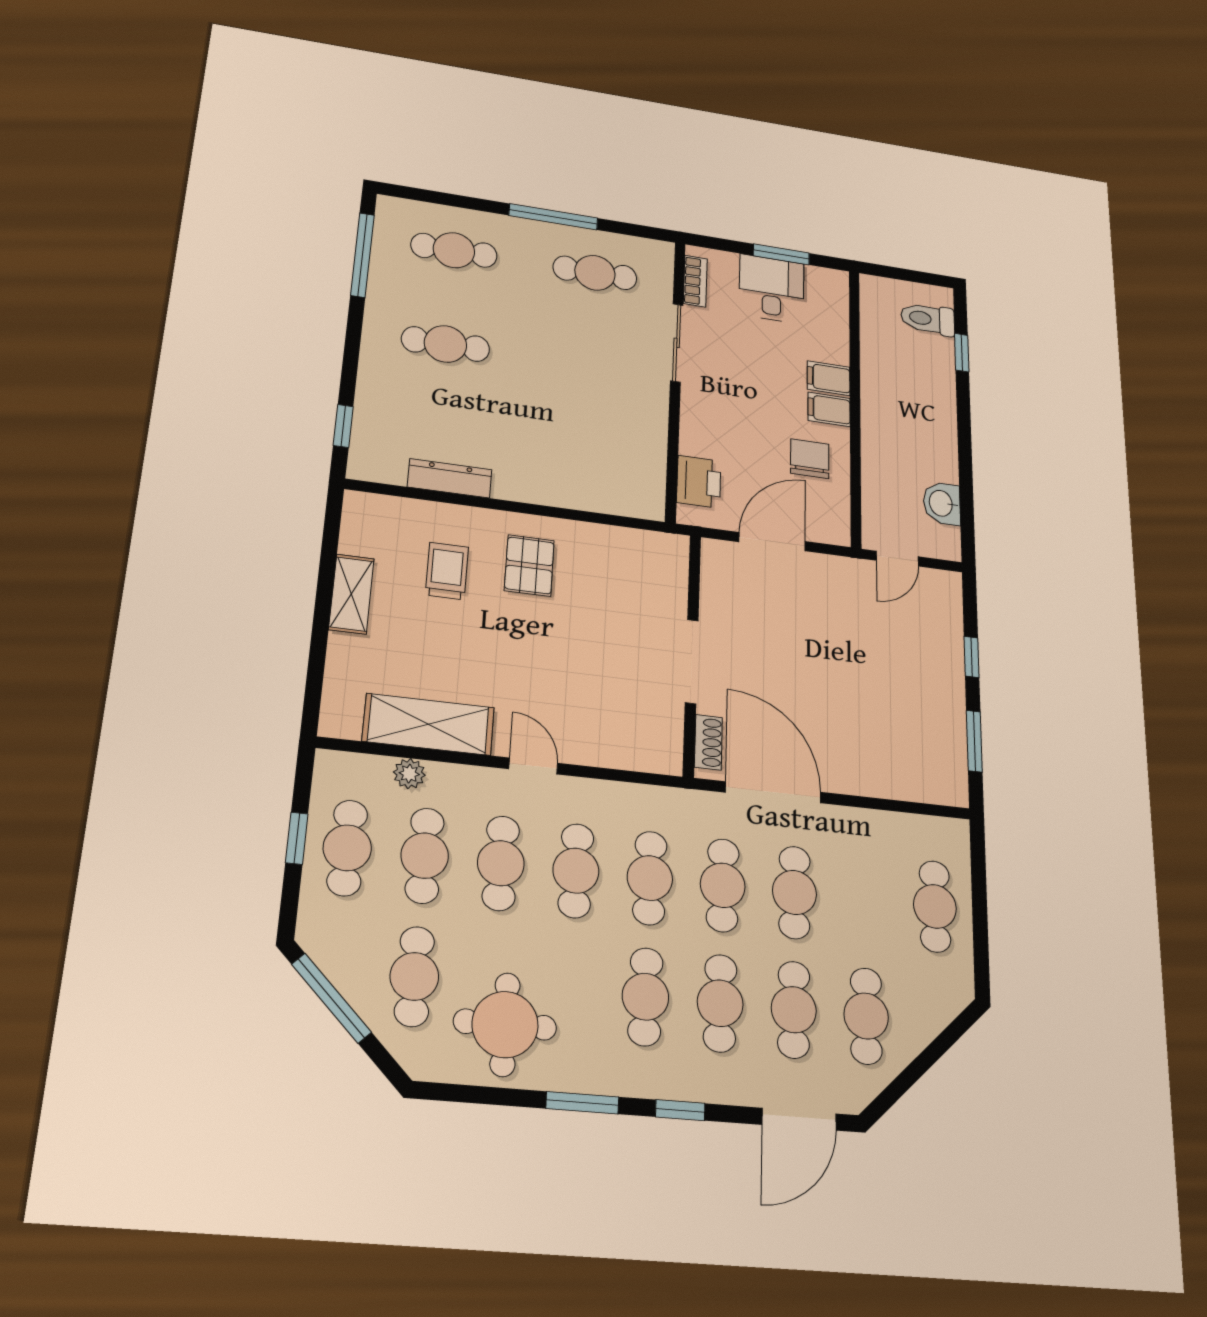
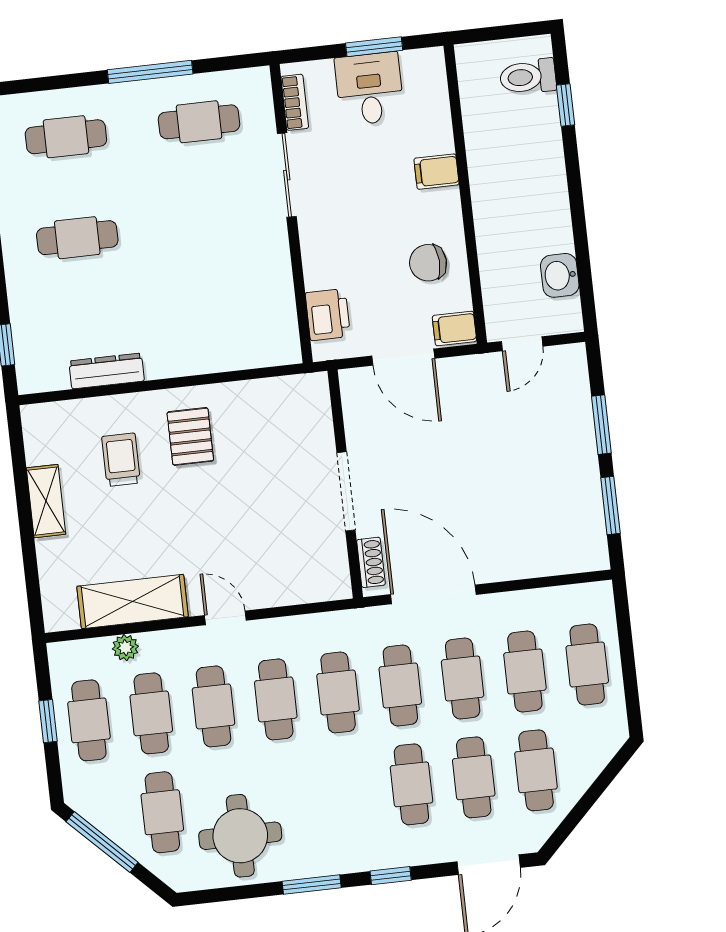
filing cabinet: (829, 409) -> (454, 329), moved
chair: (810, 459) -> (428, 263), turned -93
door: (772, 542) -> (403, 357), swing flipped
window: (972, 657) -> (601, 425), width x1.50
cafe table: (645, 997) -> (525, 671), moved

